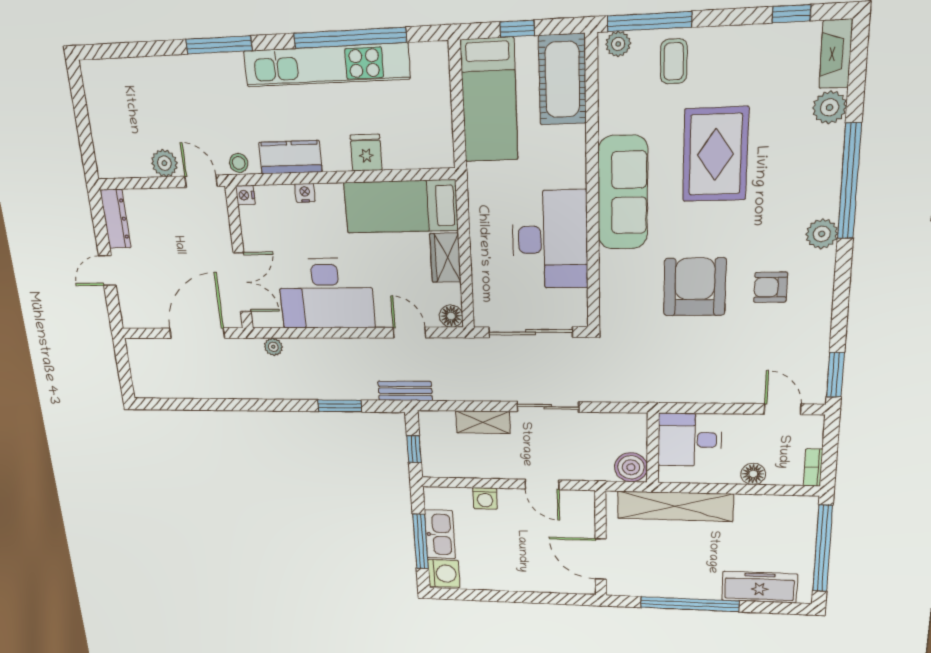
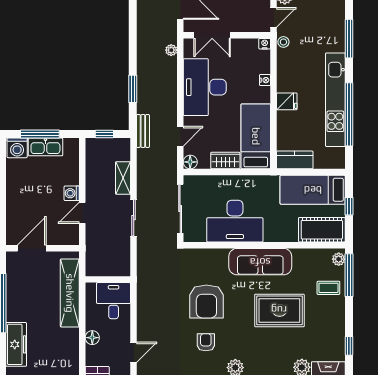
fridge: (366, 153) -> (287, 101), moved
kitchen counter: (290, 157) -> (295, 160), moved, turned -90
armchair: (695, 287) -> (206, 301), turned 90
boiler: (631, 467) -> (95, 267), removed
washing machine: (485, 498) -> (72, 193), moved

